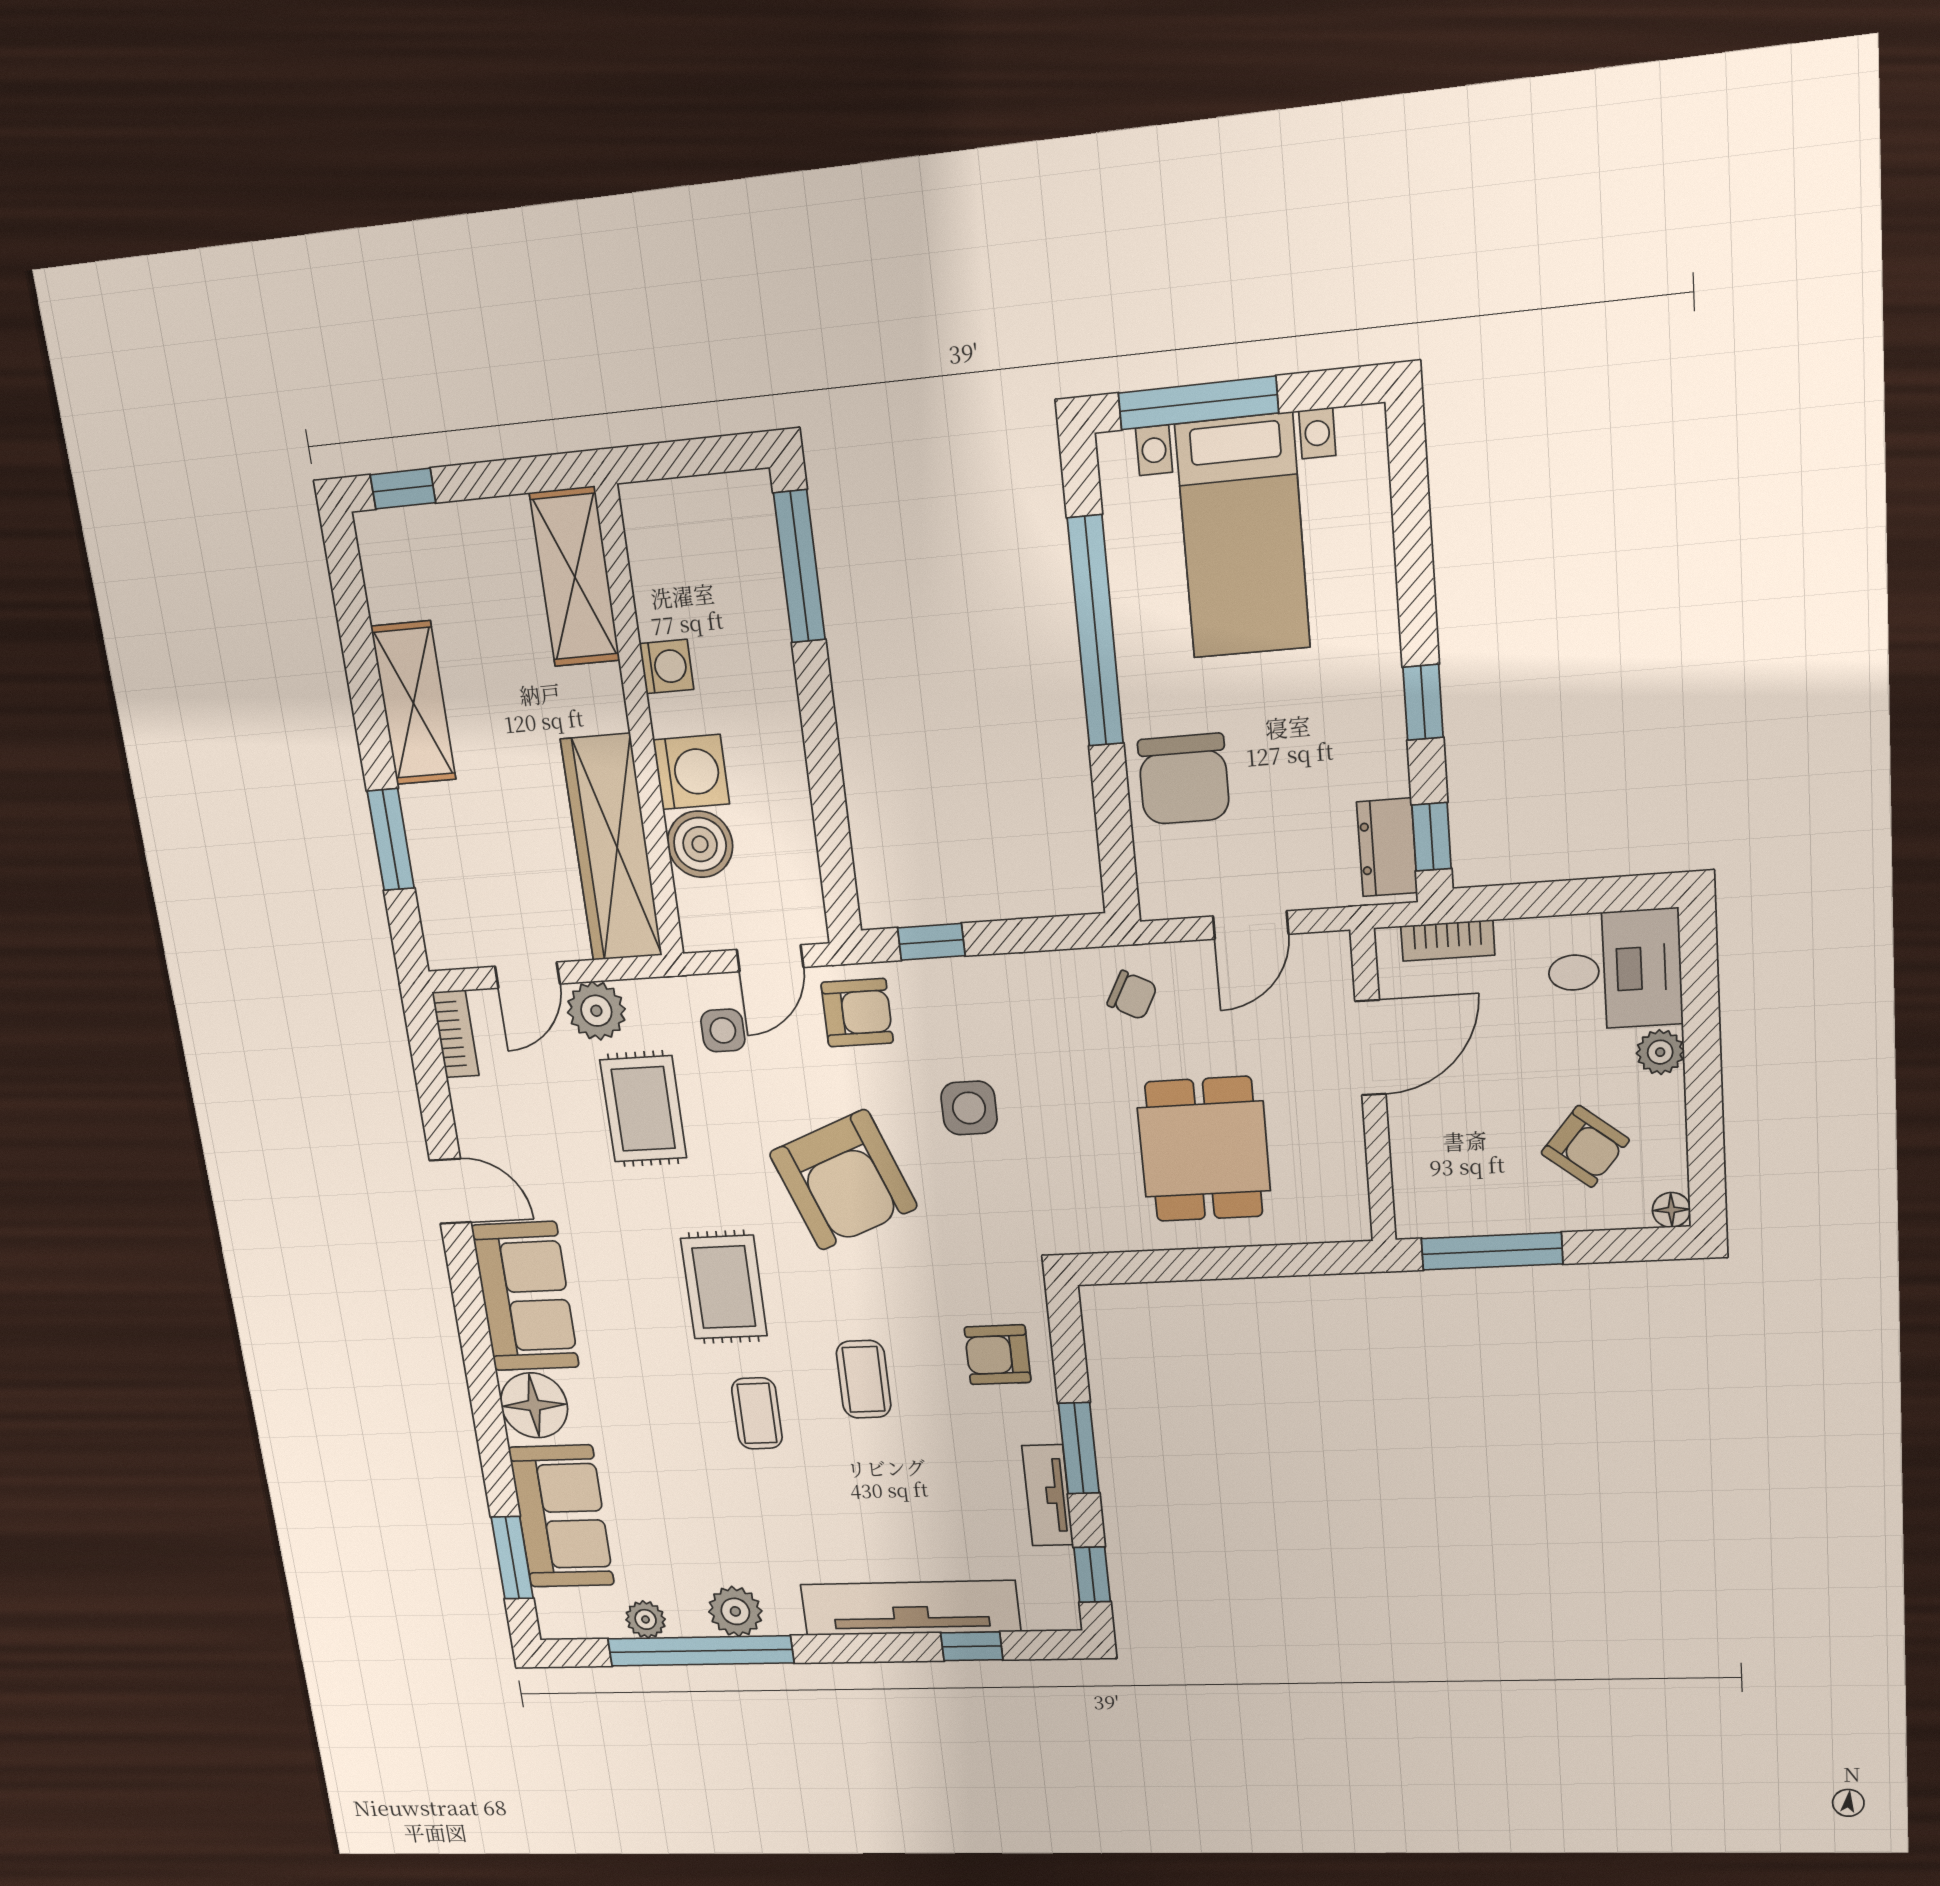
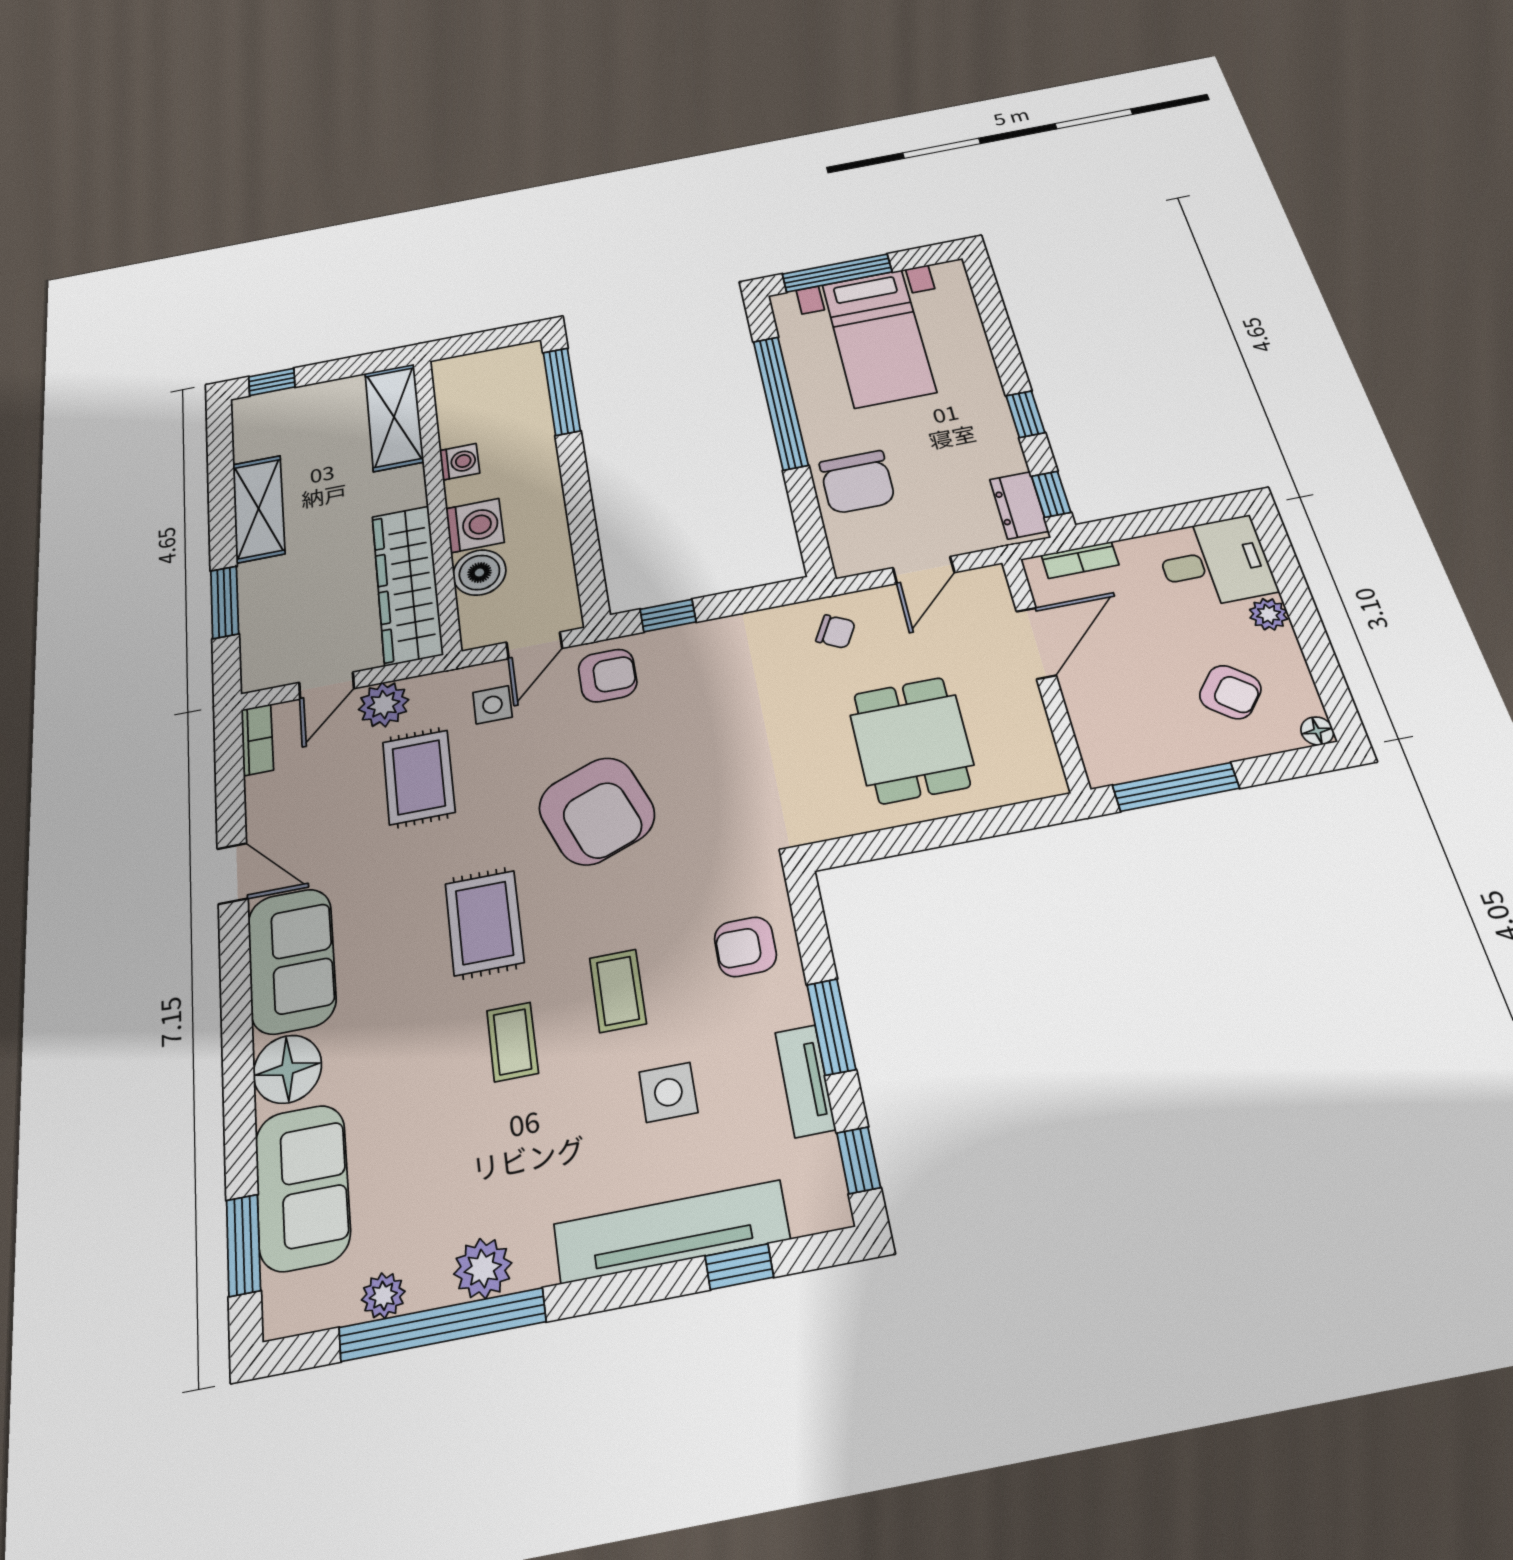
side table: (969, 1108) -> (668, 1092), moved

